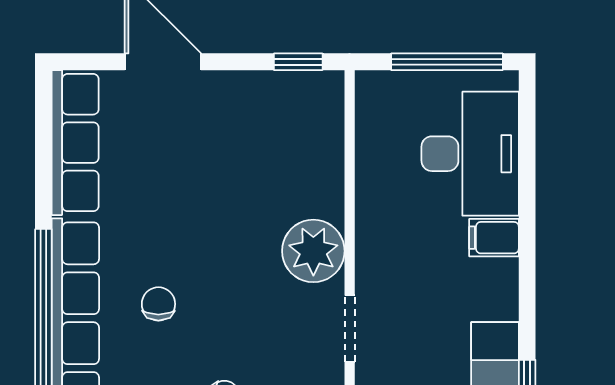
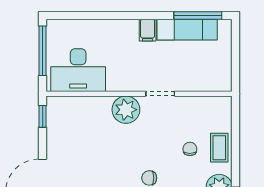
desk: (470, 154) -> (78, 70), moved, turned 180
filing cabinet: (494, 238) -> (148, 30), moved

